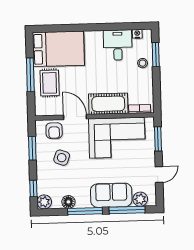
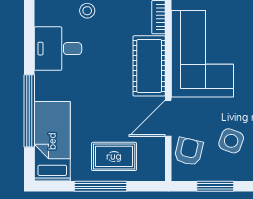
window: (77, 28) -> (29, 111), added
nightstand: (137, 34) -> (41, 18), removed
bed: (58, 49) -> (52, 141), width x0.67
armchair: (54, 131) -> (189, 152), turned -77

